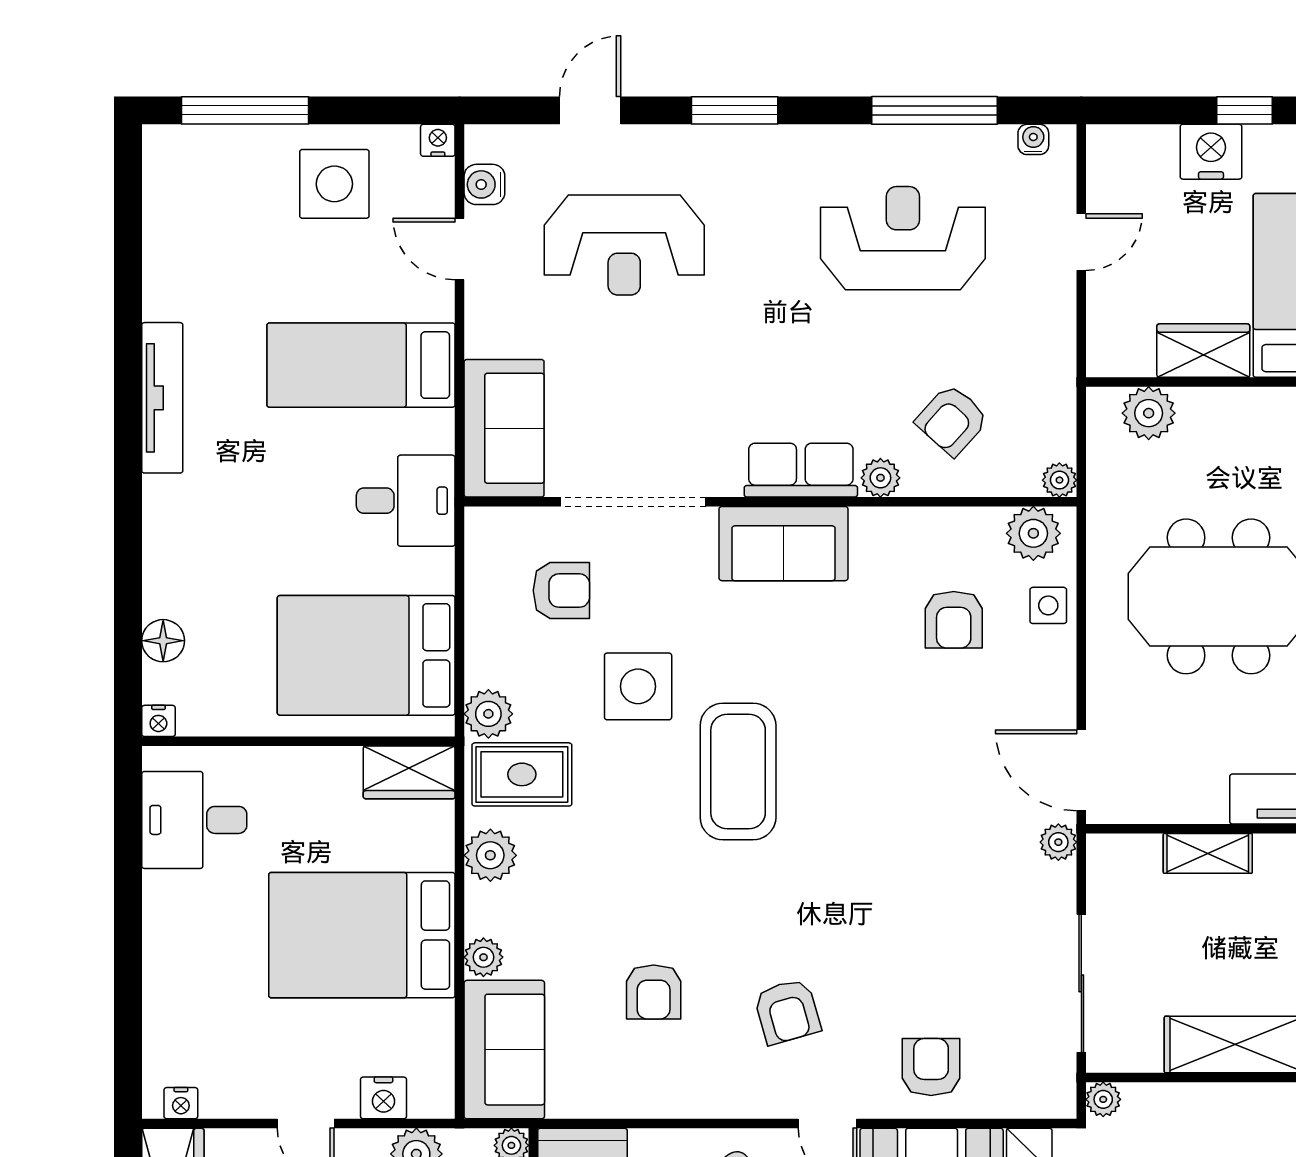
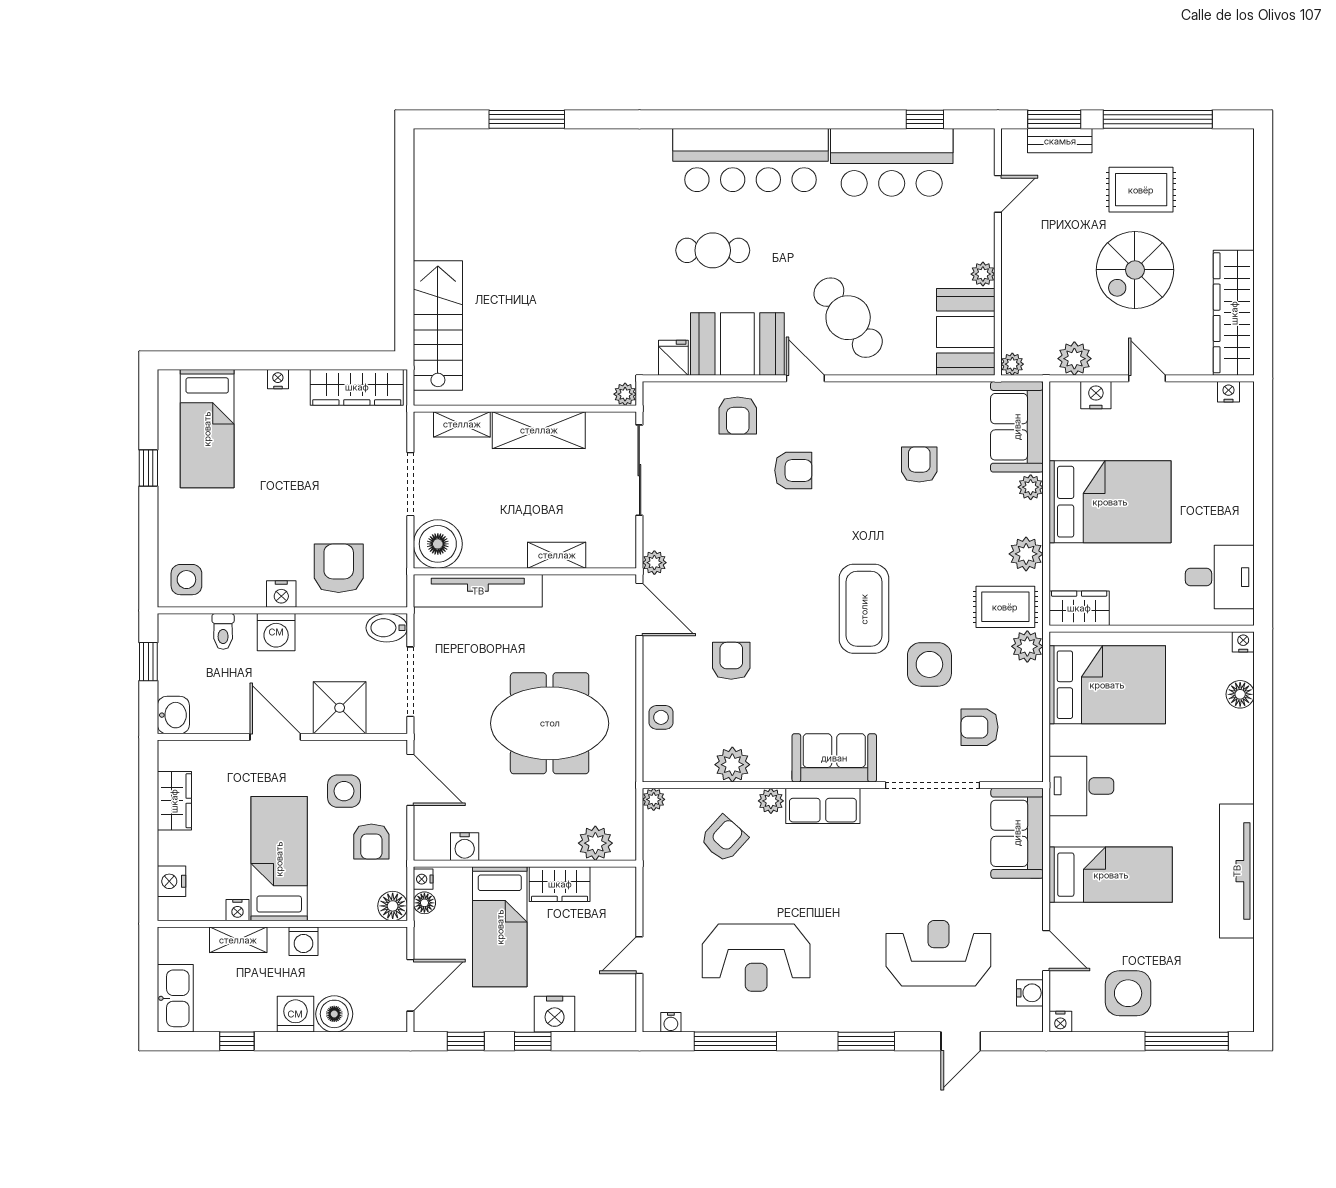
tv unit: (162, 398) -> (1237, 871), width x1.36, depth x1.29
plant: (1033, 533) -> (732, 765), moved
armchair: (954, 620) -> (731, 661), moved
armchair: (787, 1011) -> (793, 470), moved, turned 106

